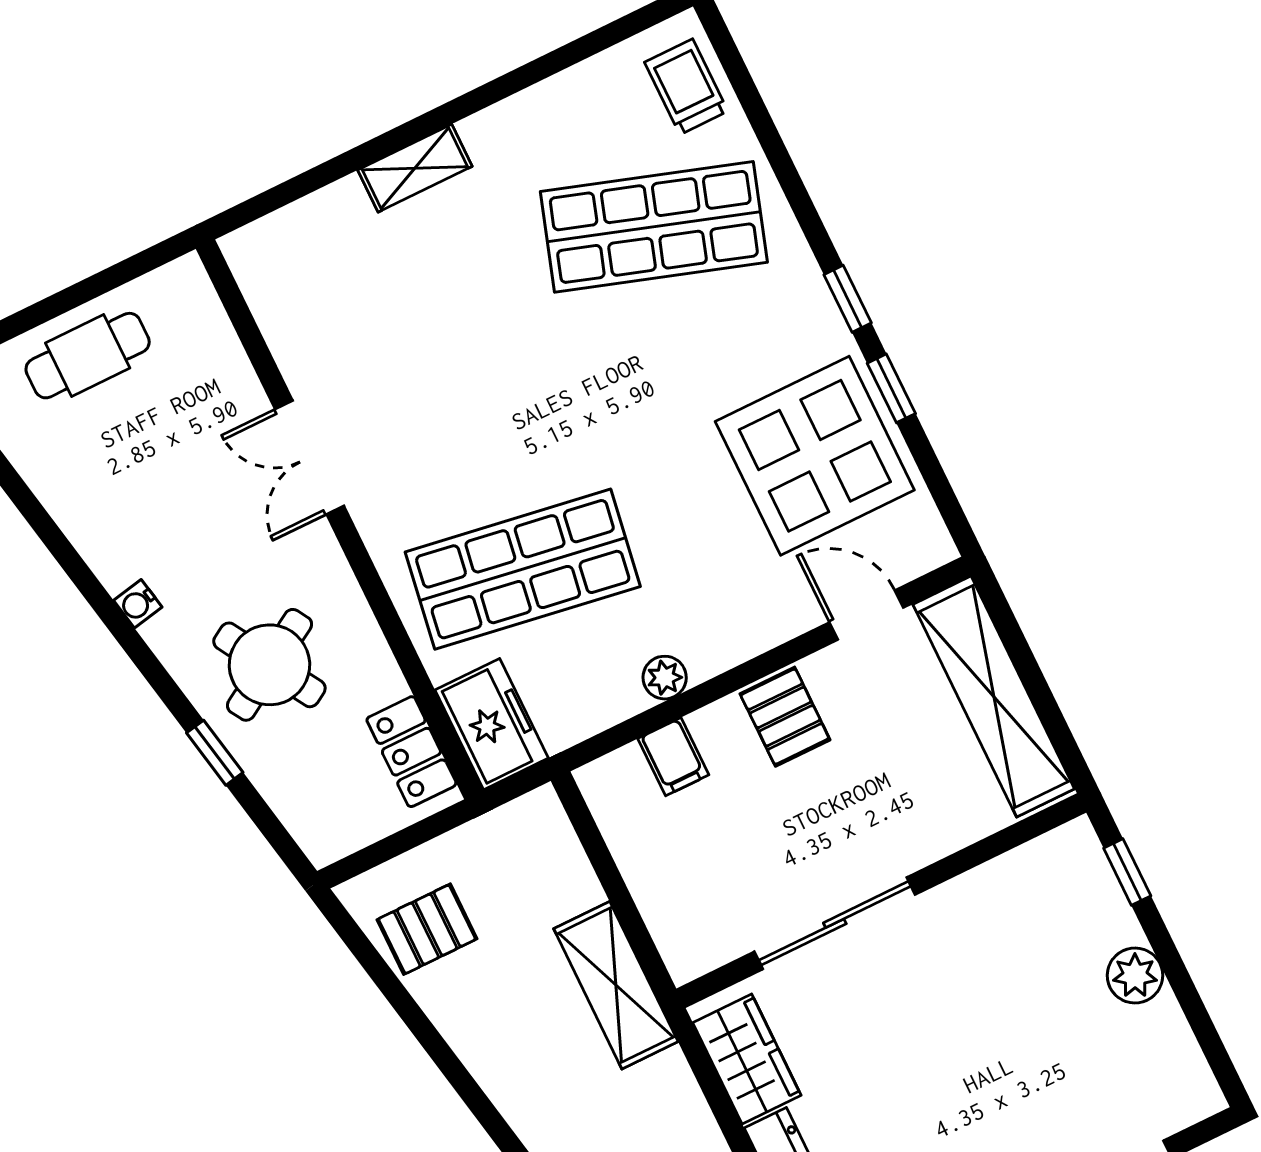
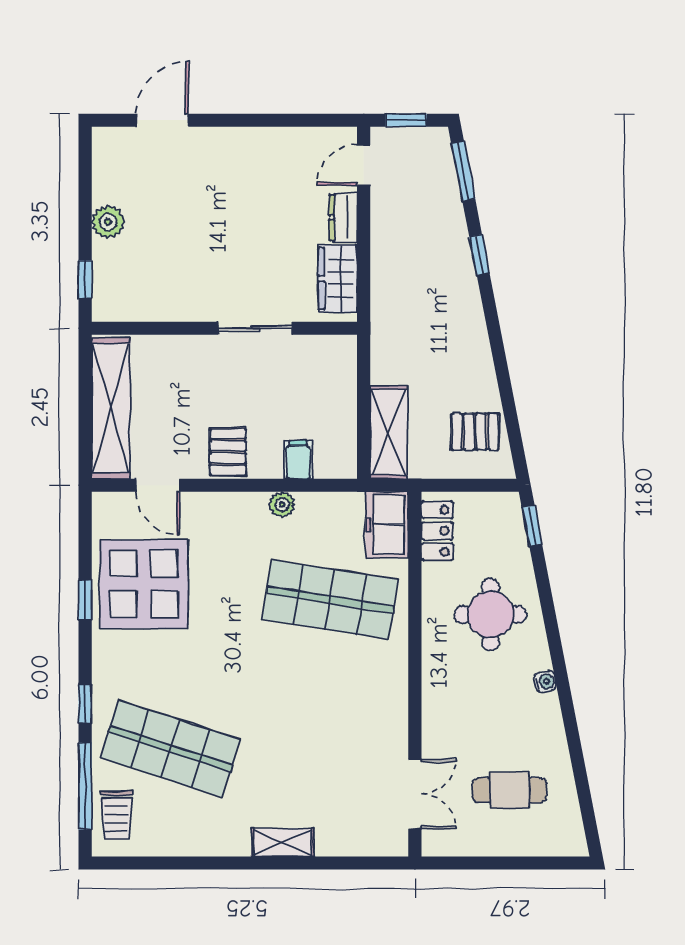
window: (755, 108) -> (85, 786), added
window: (848, 299) -> (85, 704), moved
cafe table: (88, 356) -> (510, 790), moved
double door: (310, 457) -> (415, 794), moved
round table: (269, 665) -> (490, 614), turned 31
window: (215, 753) -> (532, 526), moved
sliding door: (835, 923) -> (255, 328), width x0.73
shelving: (616, 985) -> (389, 432), moved

